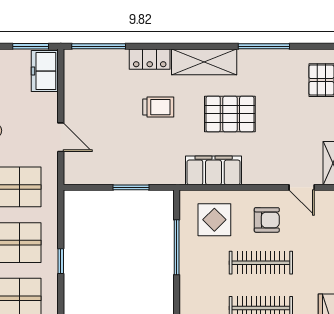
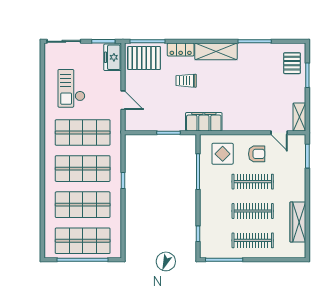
trolley: (158, 107) -> (186, 81), turned 180
pallet: (230, 114) -> (144, 58), moved
filing cabinet: (214, 170) -> (204, 122), moved

